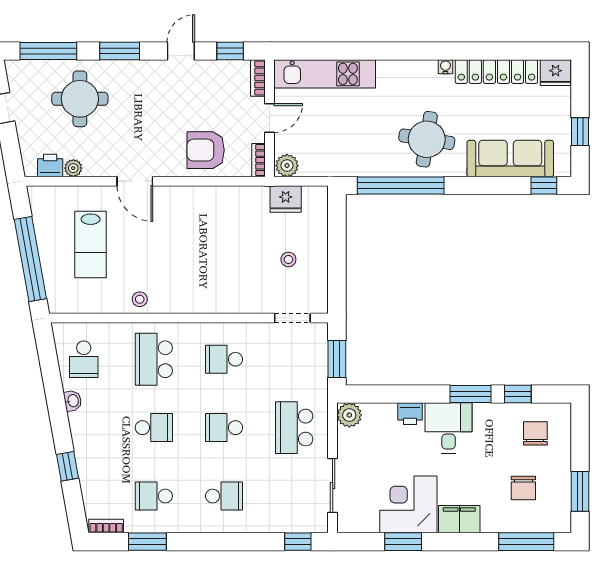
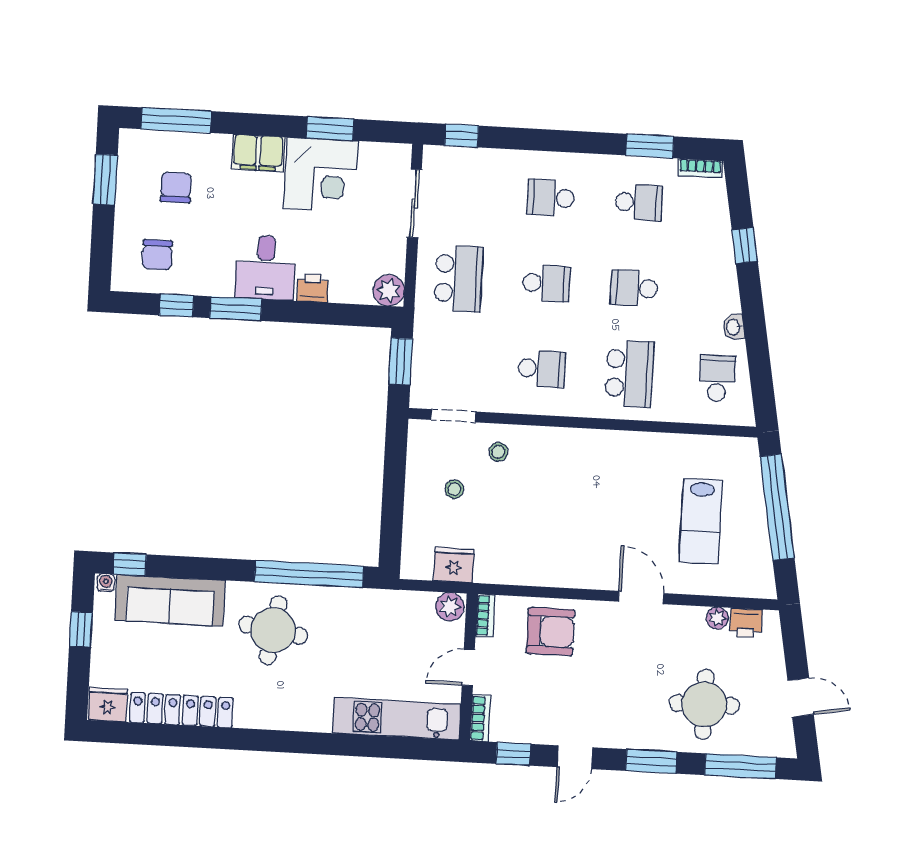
water cooler: (445, 67) -> (106, 583), moved, turned 180
lab bench: (91, 245) -> (701, 521), turned 180
stool: (140, 299) -> (498, 452), moved

